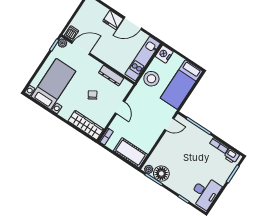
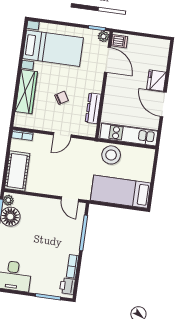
nightstand: (164, 54) -> (145, 156), removed
wardrobe: (86, 125) -> (26, 92), moved

